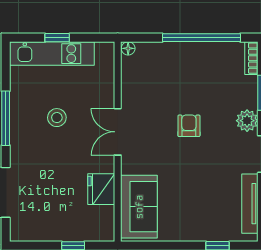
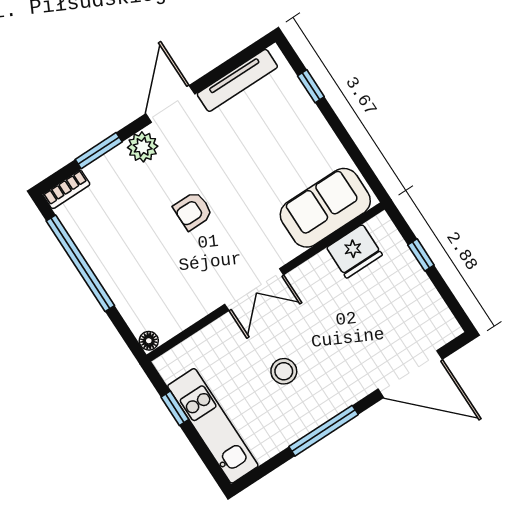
window: (57, 38) -> (175, 408), moved
fridge: (101, 189) -> (354, 251), moved

